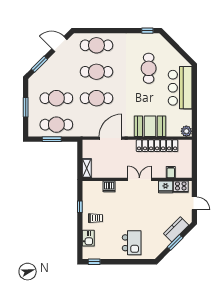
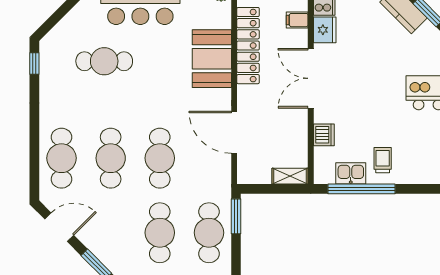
door: (59, 44) -> (59, 227), swing flipped
window: (52, 139) -> (236, 216), moved
double door: (139, 179) -> (311, 78), width x1.37
window: (80, 207) -> (362, 189), width x3.17
kitchen sink: (88, 238) -> (351, 173), moved

